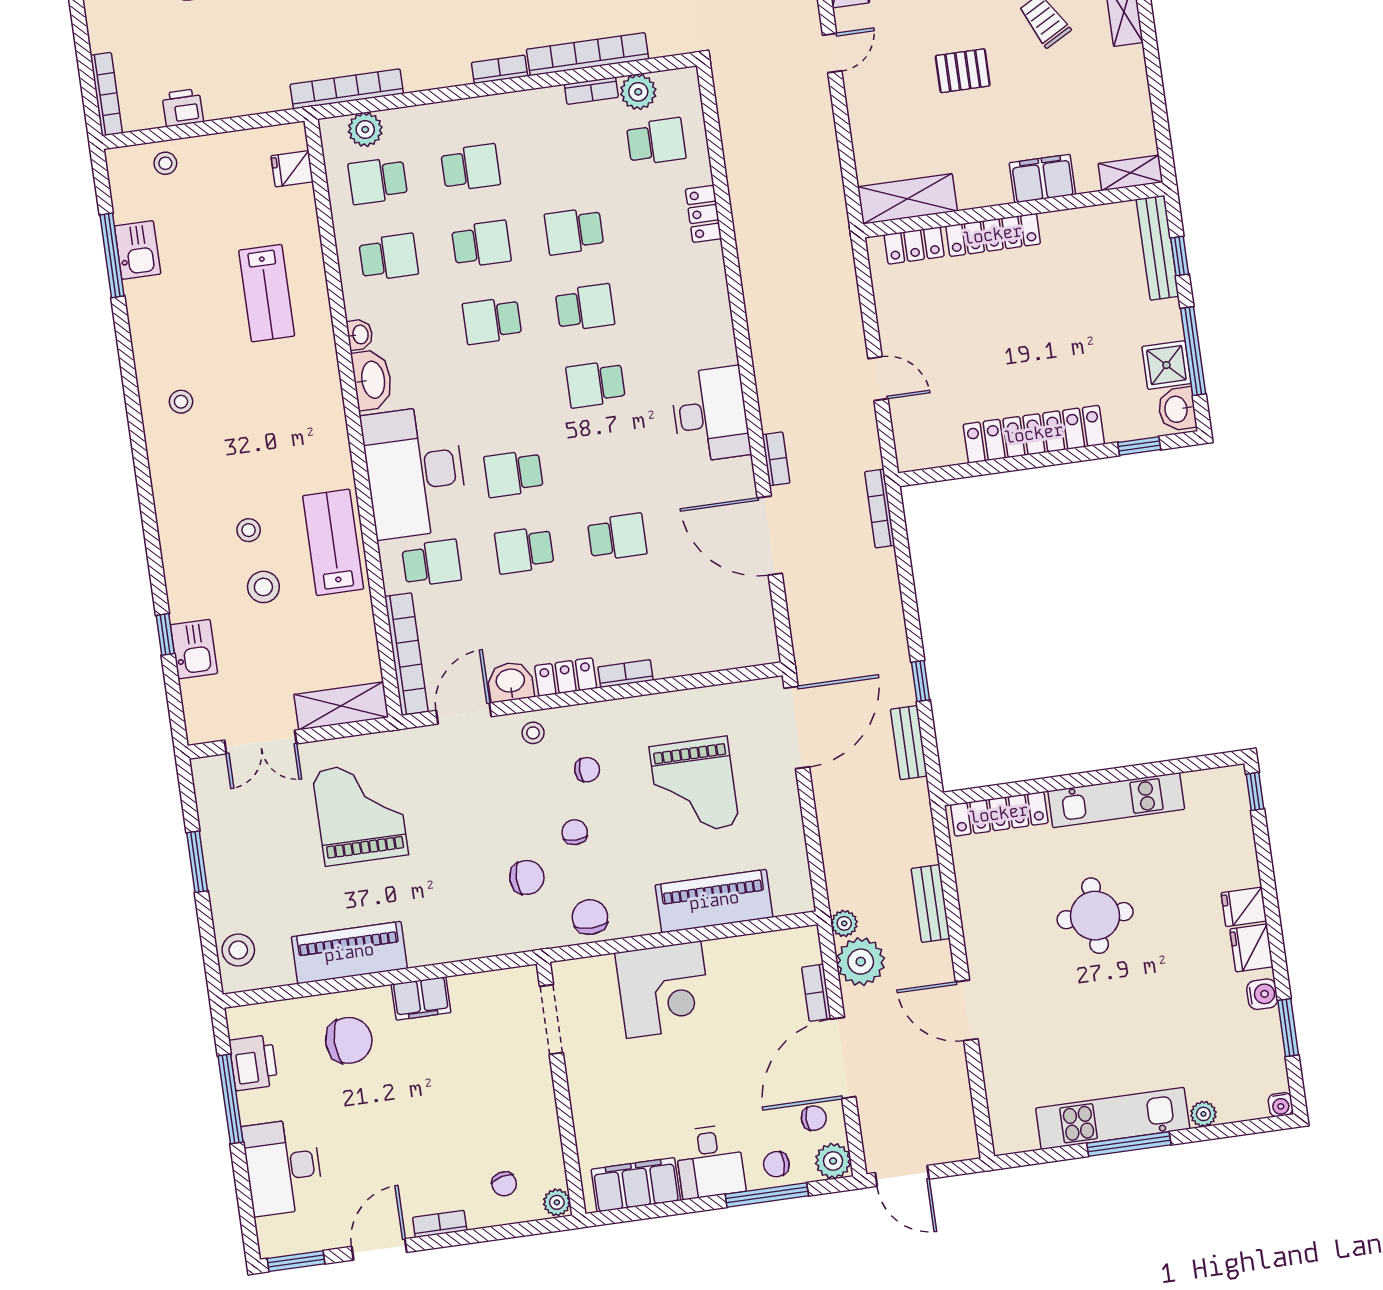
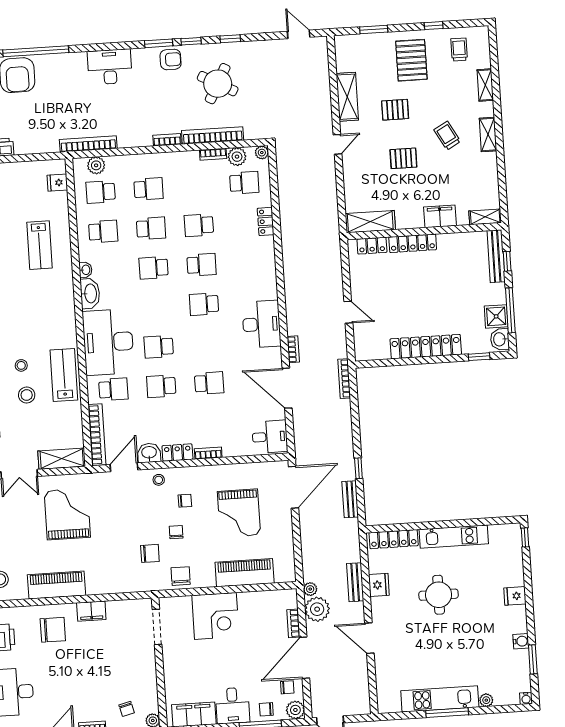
plant: (686, 80) -> (262, 153), added
desk: (743, 633) -> (270, 437), added
fridge: (1251, 948) -> (379, 585), moved, turned 180

